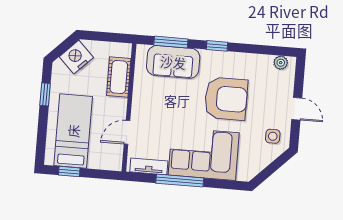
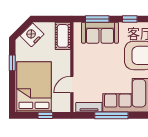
cot: (119, 77) -> (63, 36), moved
bed: (73, 131) -> (34, 87), width x1.50
window: (69, 171) -> (45, 115), moved

